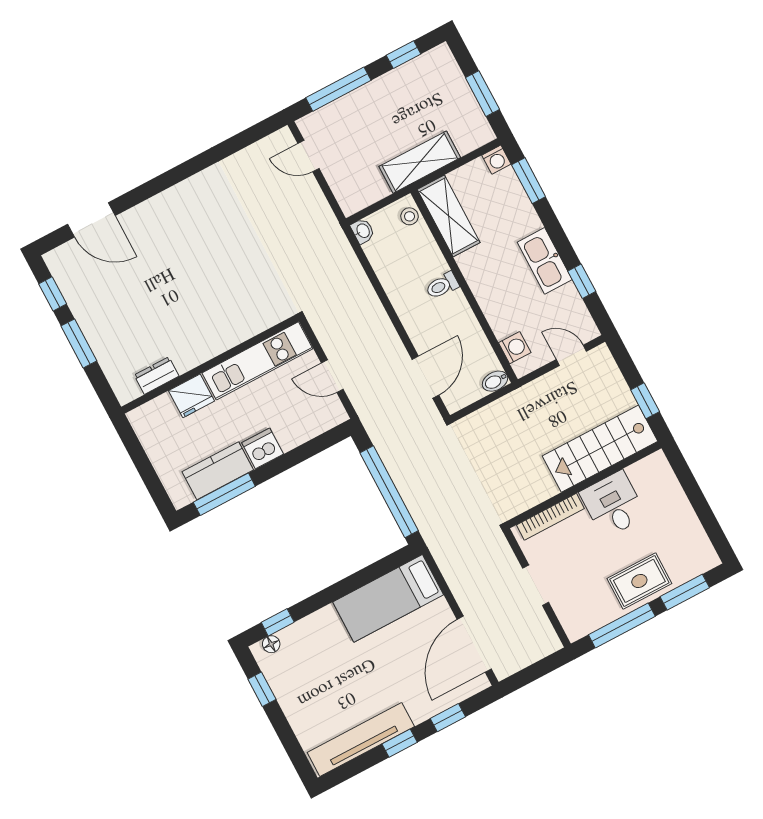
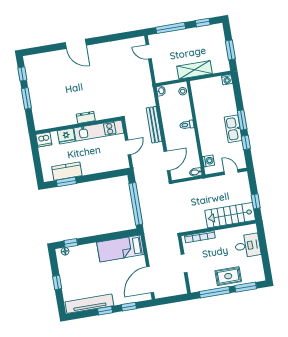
window: (529, 181) -> (242, 120), moved
shelving: (449, 216) -> (199, 97), removed
door: (91, 220) -> (76, 44), moved
bench: (372, 309) -> (154, 125), added
dresser: (157, 376) -> (86, 117), moved
door: (332, 376) -> (128, 147), swing flipped
dishwasher: (263, 448) -> (44, 140), moved, turned 180
window: (224, 494) -> (66, 182), width x0.69
desk: (613, 504) -> (248, 246), moved, turned 90
window: (262, 689) -> (57, 283), moved

